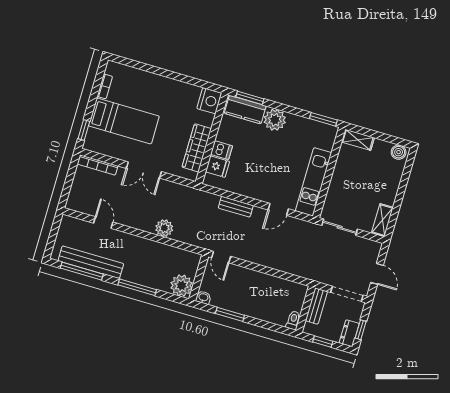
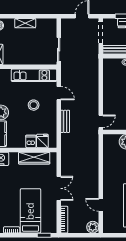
stool: (272, 169) -> (34, 105), added
shelving: (382, 220) -> (25, 23), moved
door: (103, 223) -> (101, 205), hinge flipped
plant: (164, 228) -> (93, 227), moved

